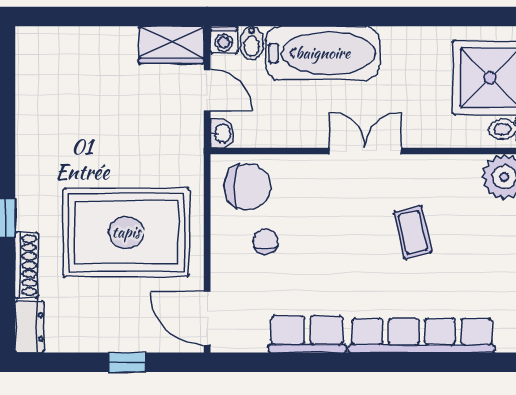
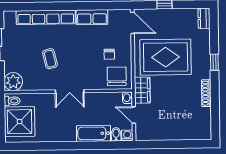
wardrobe: (171, 45) -> (142, 90), moved, turned 90
bathtub: (323, 53) -> (93, 133), width x0.73, depth x0.73
chair: (248, 187) -> (117, 76), turned 86
shoe rack: (26, 265) -> (206, 93), moved

